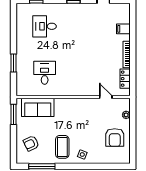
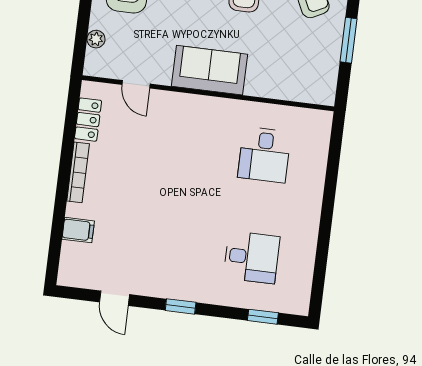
window: (13, 63) -> (330, 185), removed
sofa: (38, 107) -> (209, 70), moved
window: (13, 114) -> (348, 40), moved

